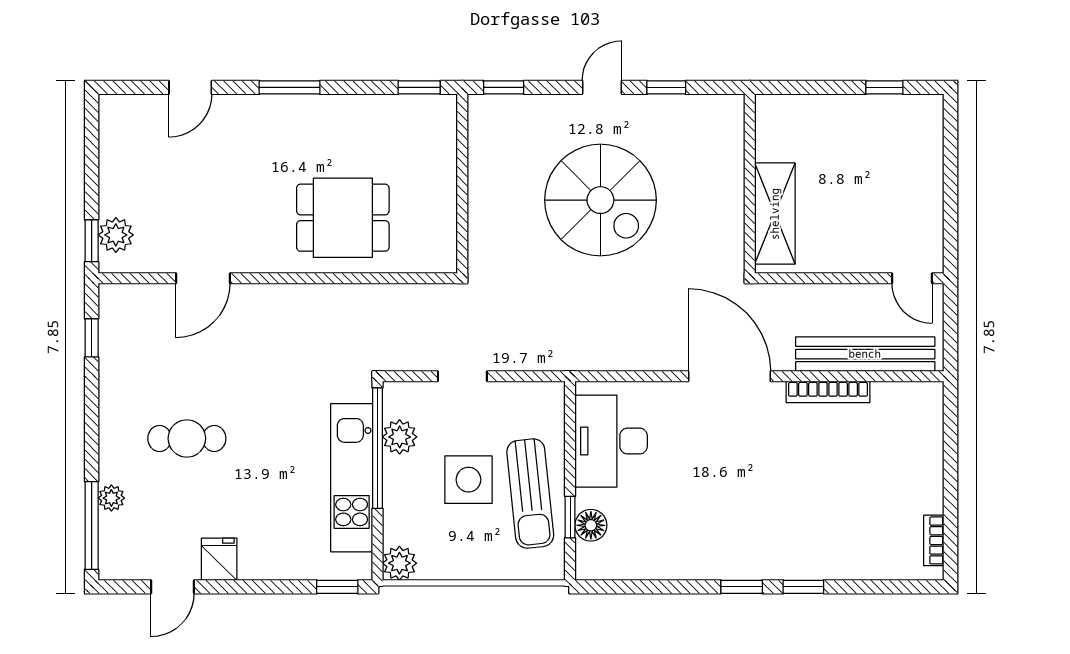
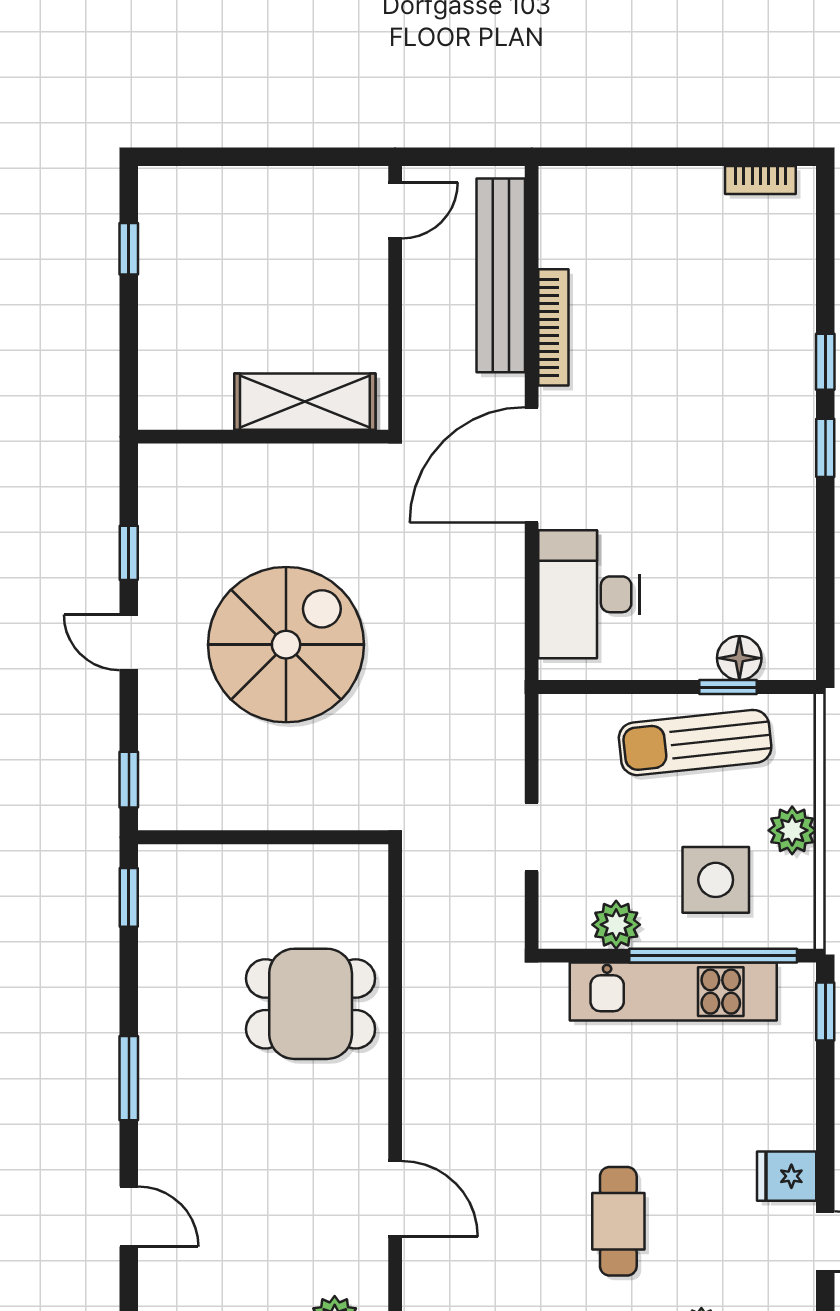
dining table: (343, 218) -> (311, 1004), turned 90
desk: (611, 441) -> (589, 594), moved, turned 90
window: (377, 448) -> (713, 956), moved
side table: (468, 480) -> (716, 880), moved
sun lounger: (530, 494) -> (695, 743), turned 180
plant: (399, 563) -> (792, 830), moved

